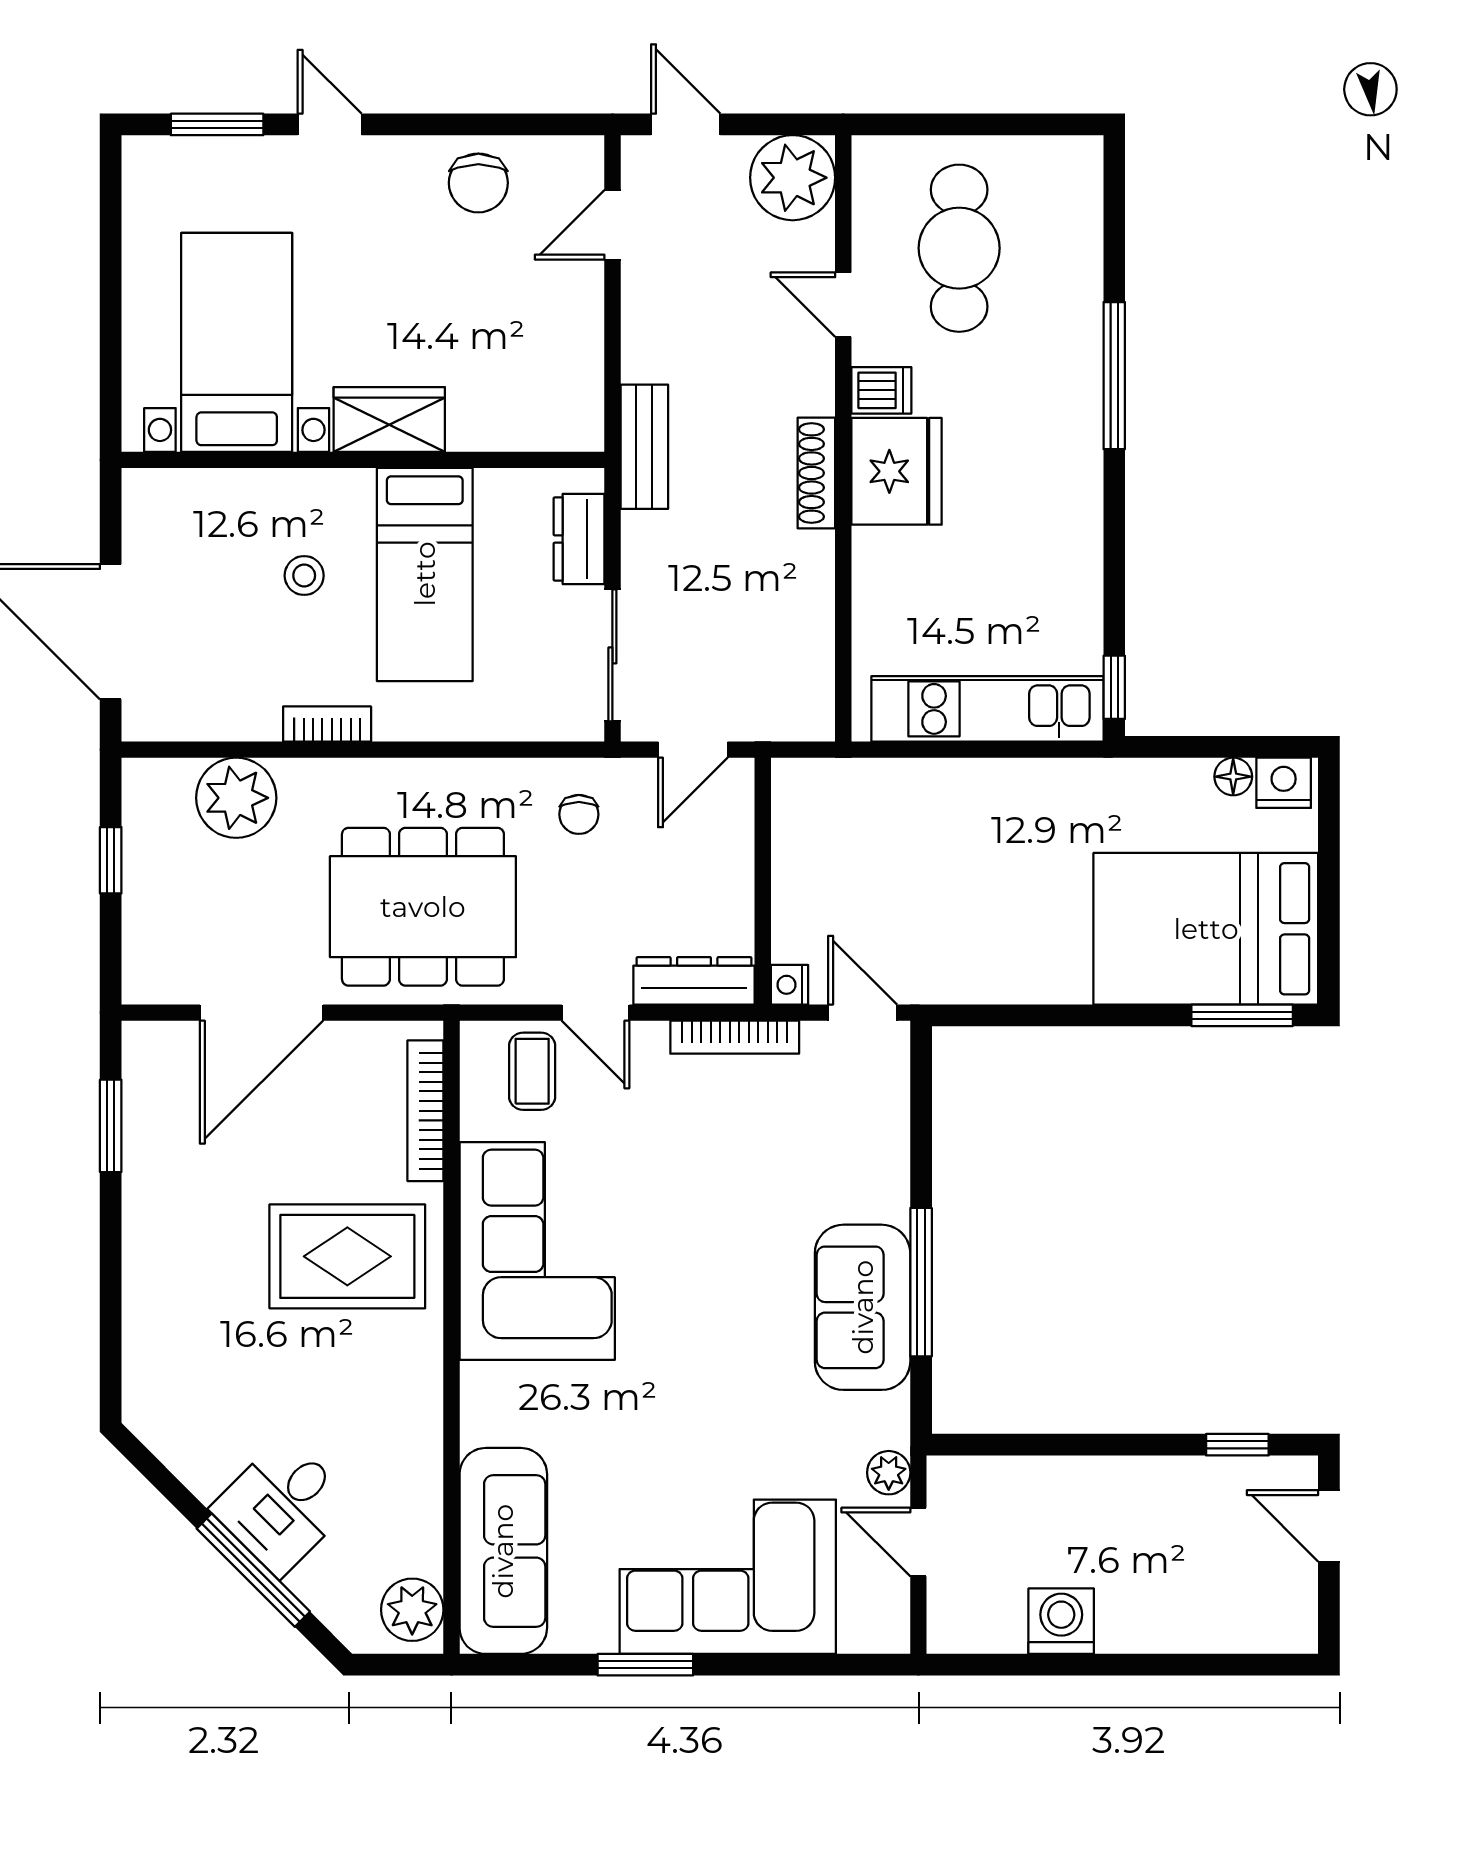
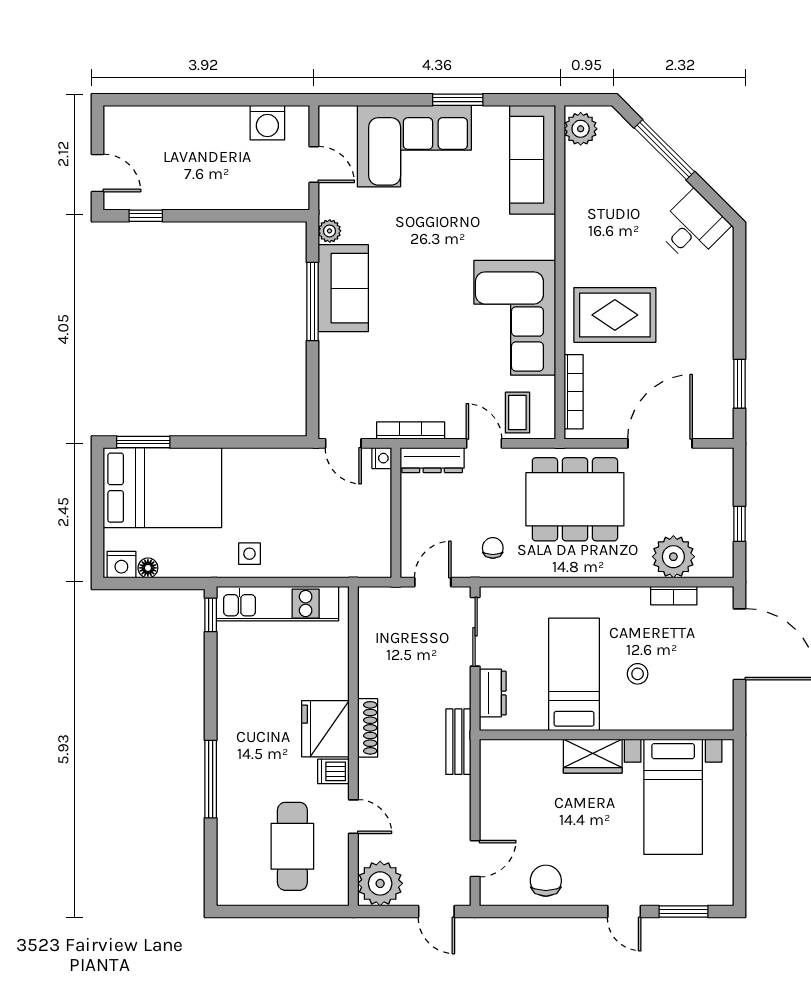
bookcase: (327, 724) -> (674, 596), moved
side table: (1041, 803) -> (249, 554), added
plant: (889, 1473) -> (330, 231), moved
desk: (282, 1506) -> (693, 227), moved
washing machine: (1061, 1621) -> (267, 123), moved

